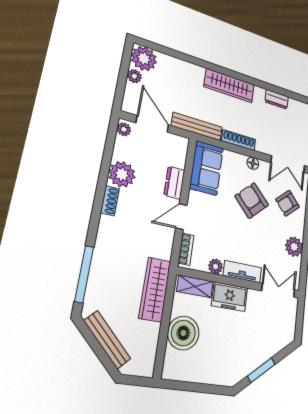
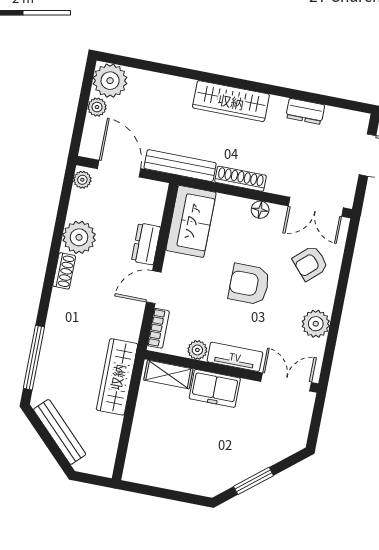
armchair: (252, 201) -> (249, 284), moved, turned -46
boiler: (183, 333) -> (151, 430), removed

